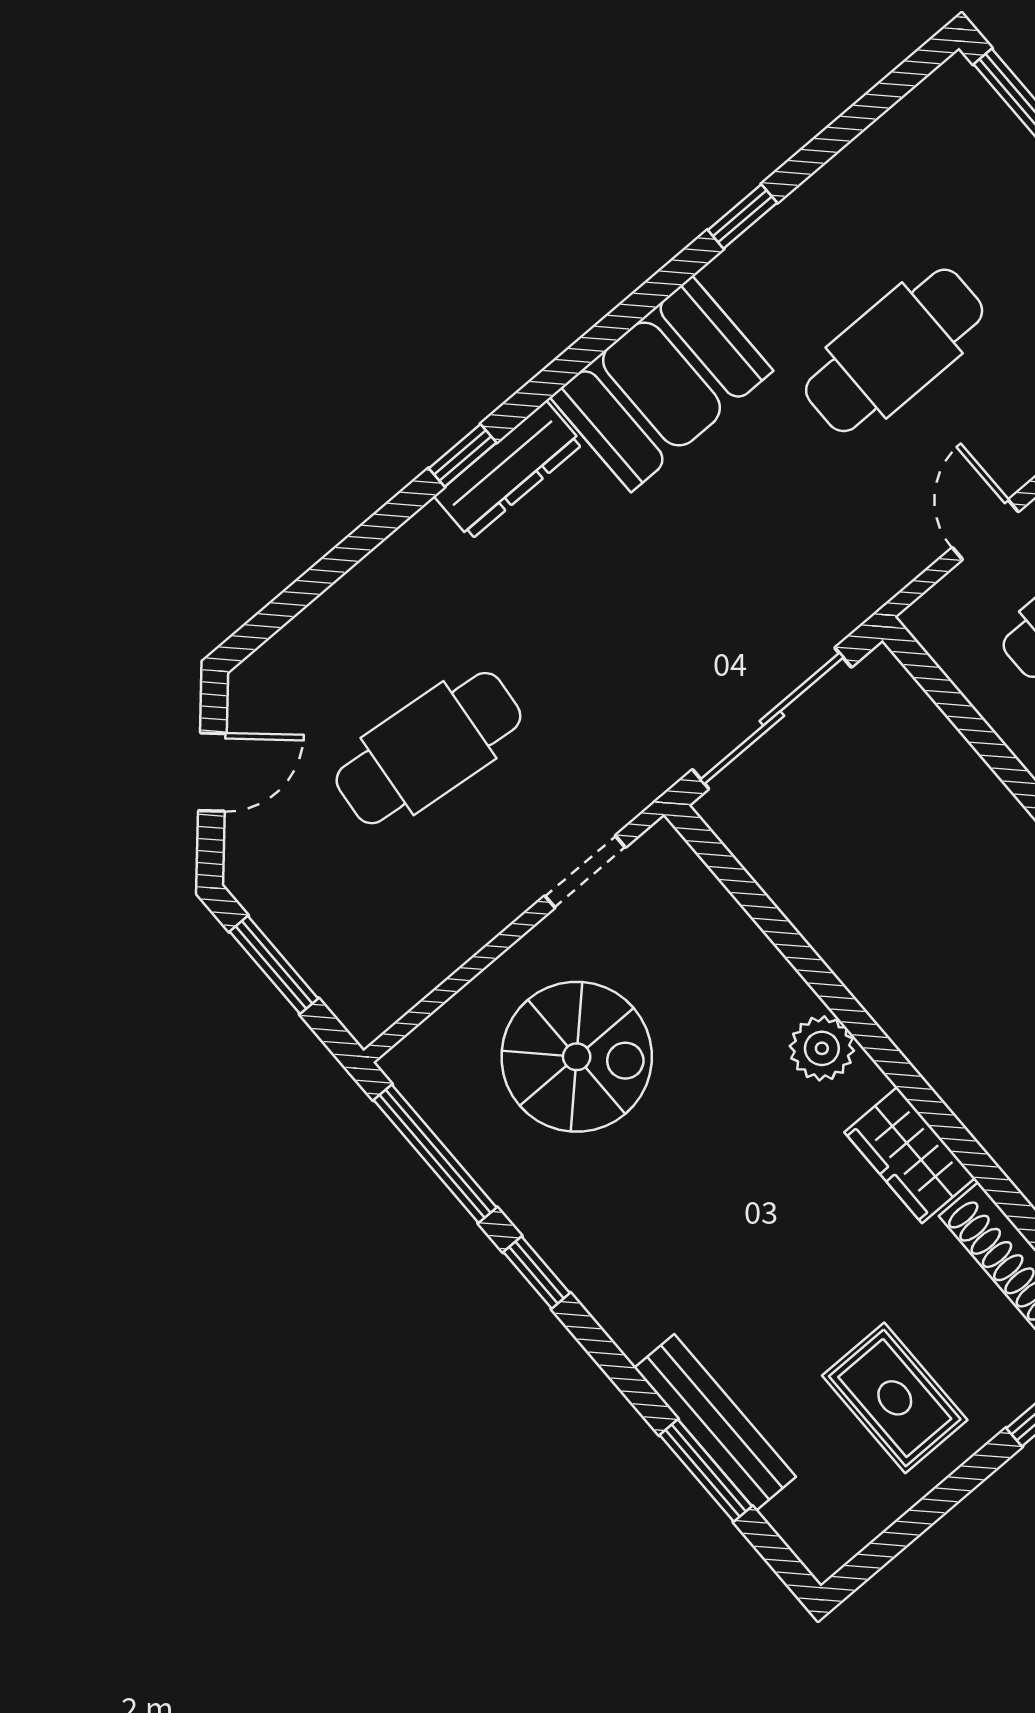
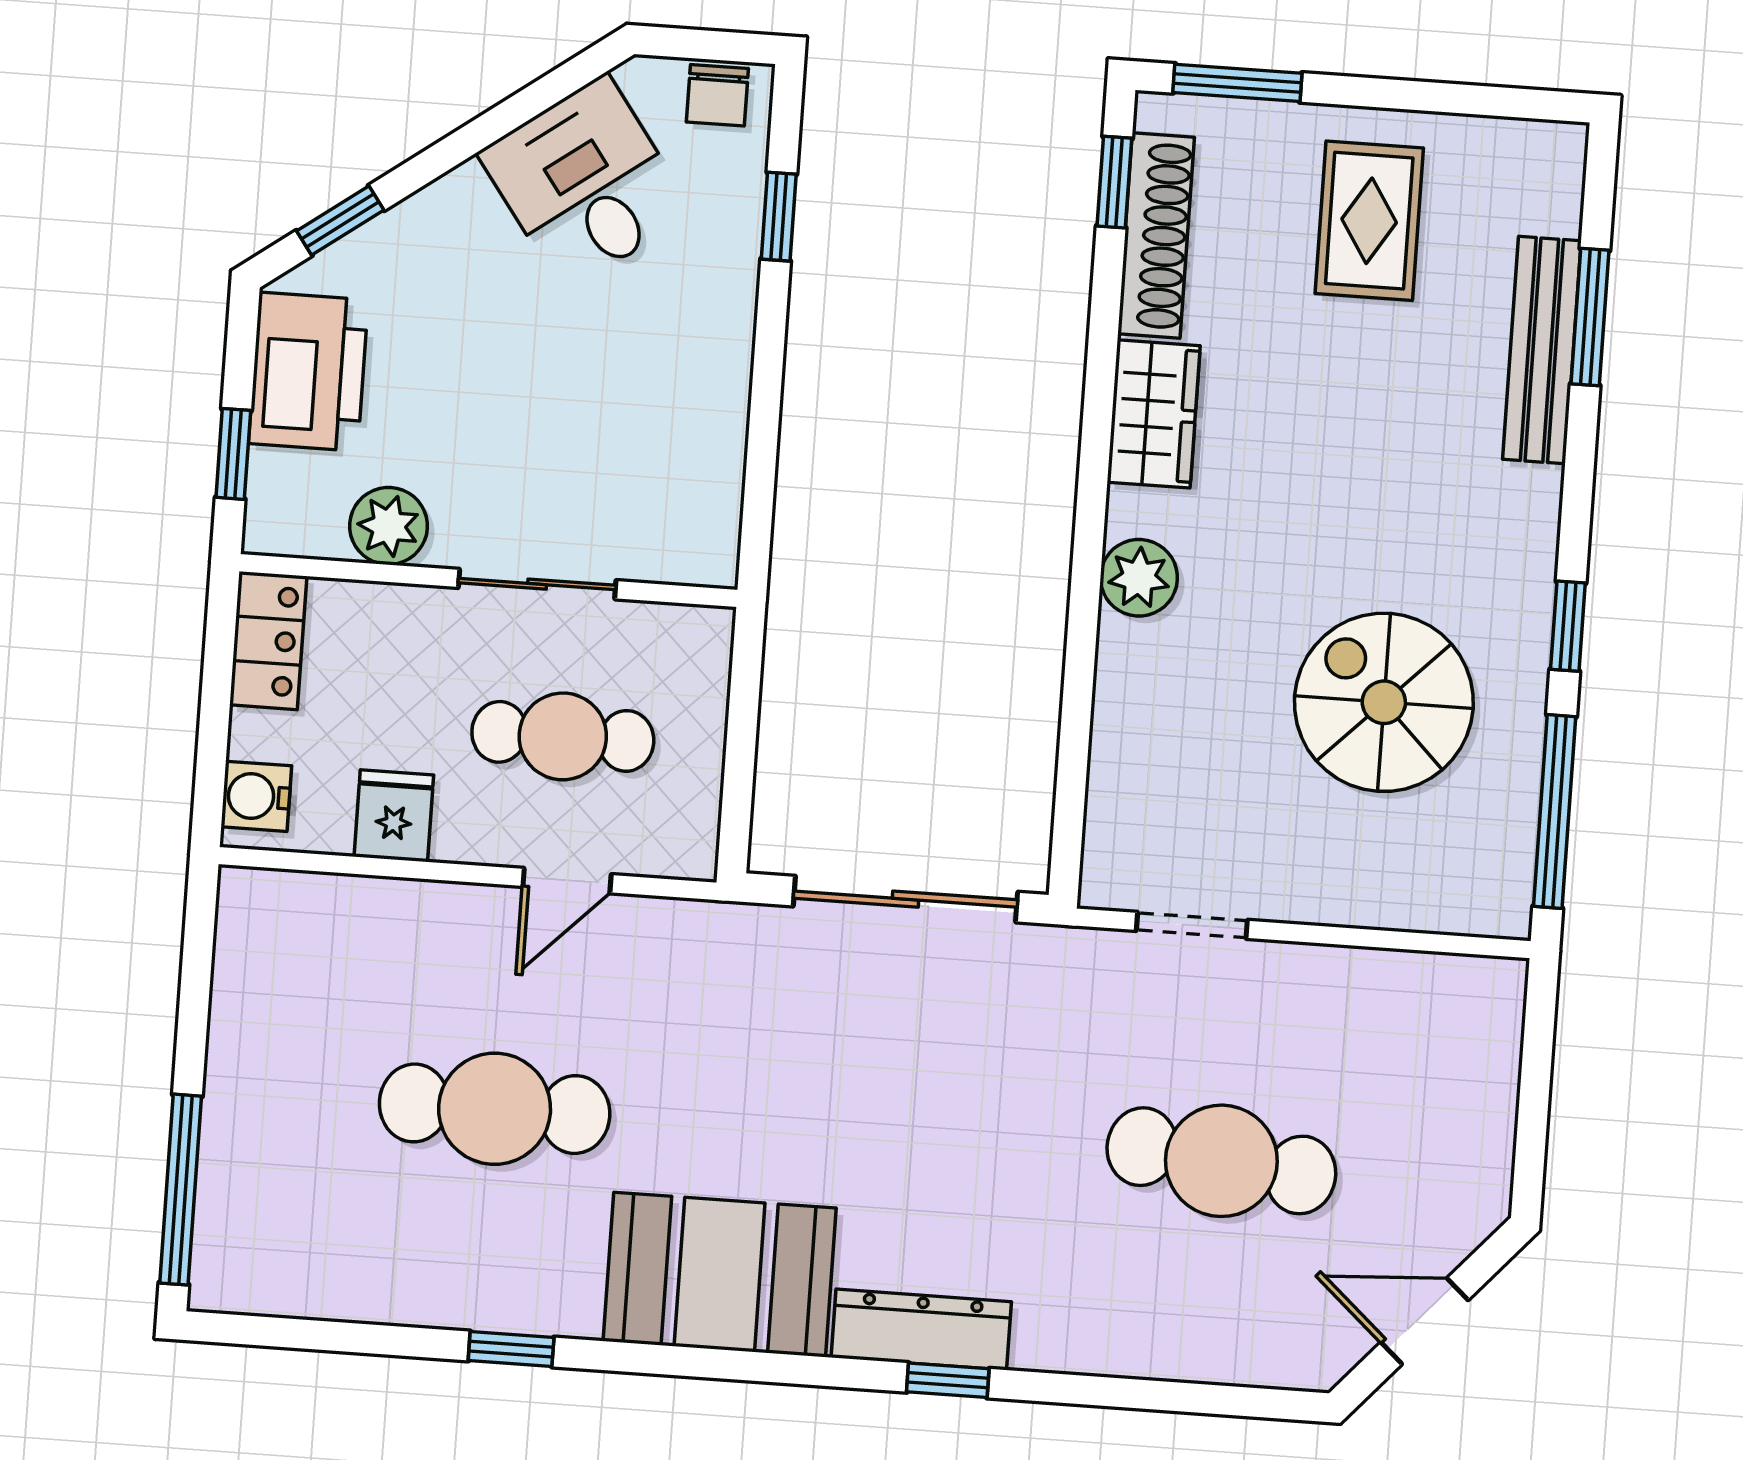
window: (274, 965) -> (1533, 1106), removed
spiral stairs: (577, 1057) -> (1384, 702), moved

